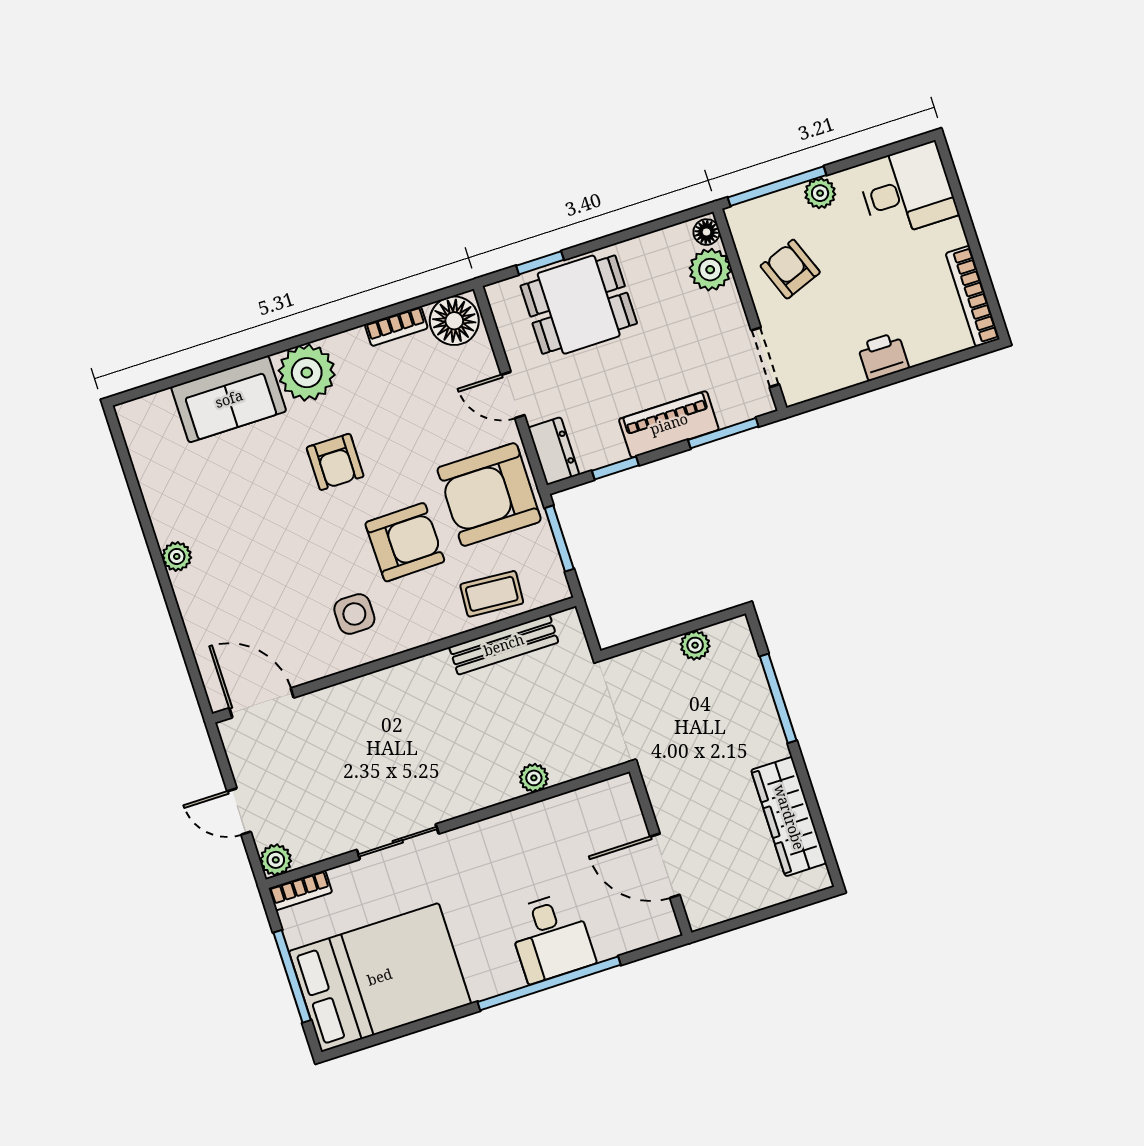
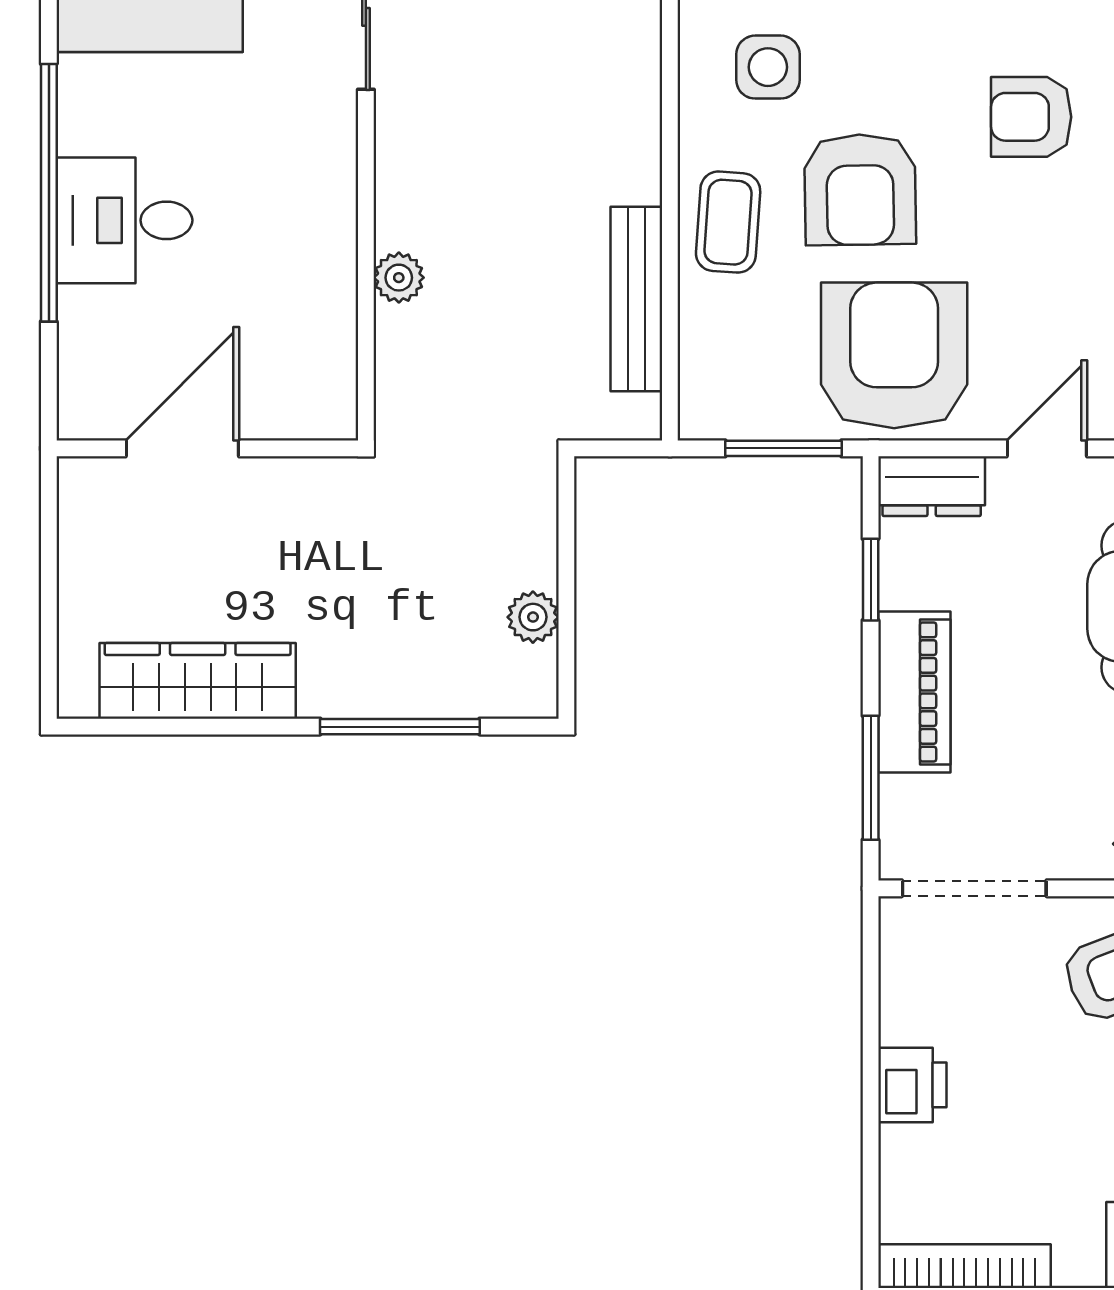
doorway: (765, 357) -> (974, 888), width x1.38
coffee table: (492, 594) -> (728, 222), moved

